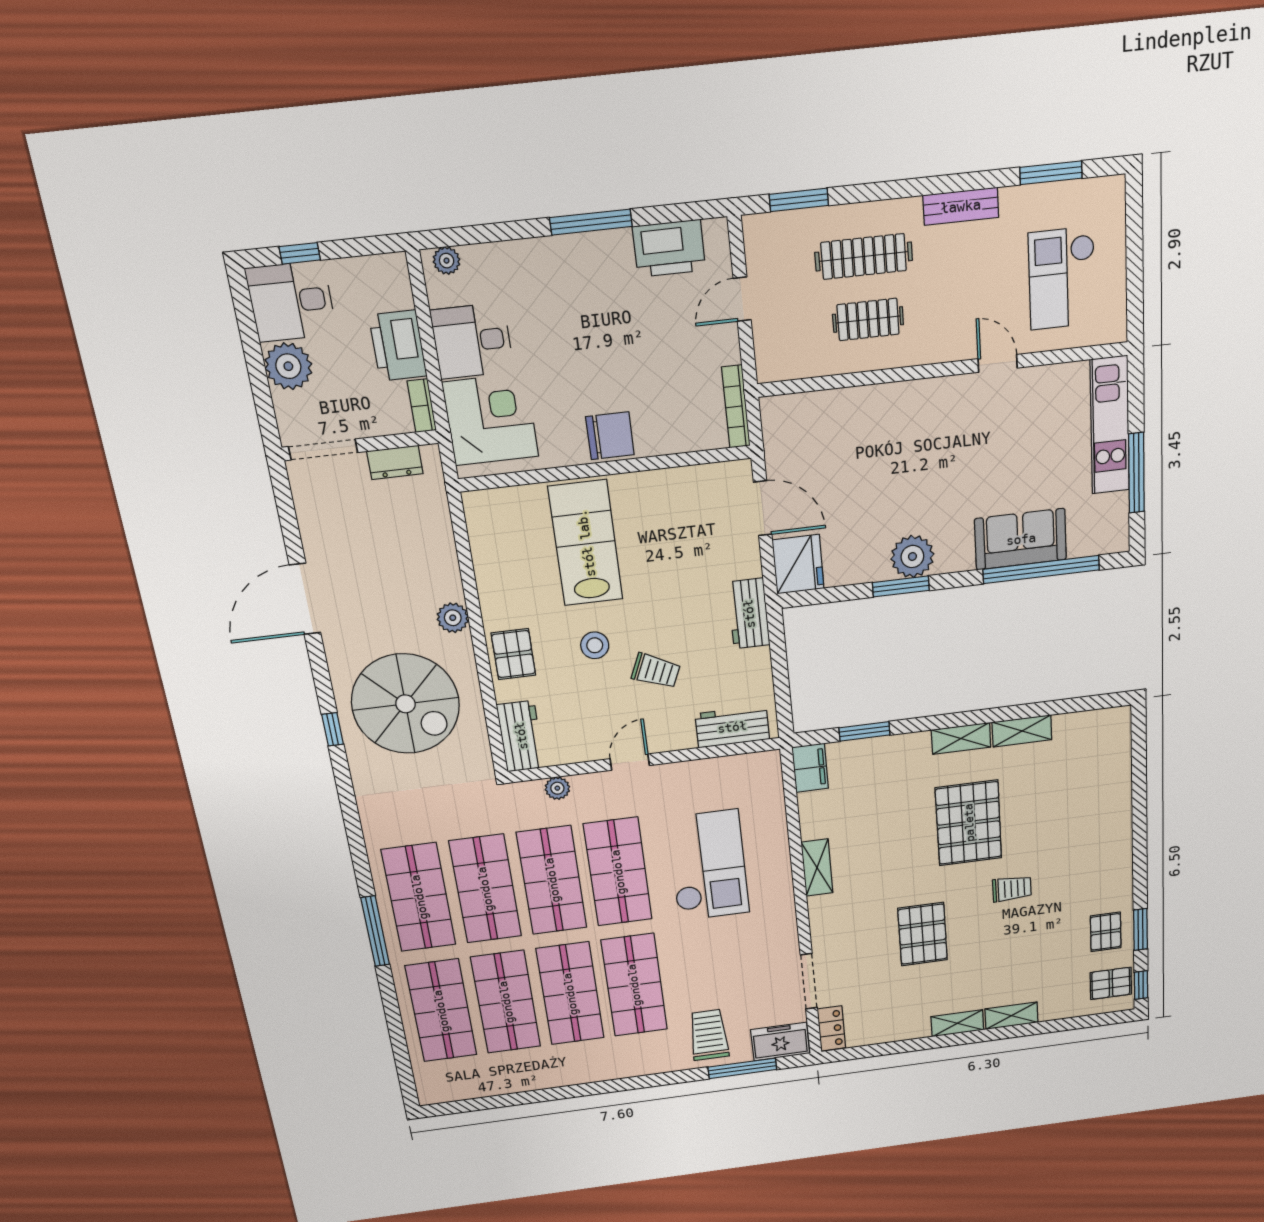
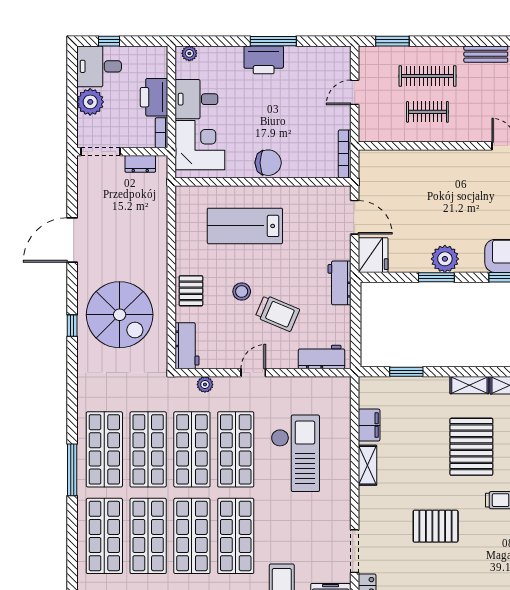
printer: (669, 248) -> (264, 60), moved
lab bench: (586, 543) -> (245, 226), turned -90
plant: (453, 618) -> (158, 263), removed
trolley: (656, 671) -> (277, 313), width x1.36, depth x1.39
filing cabinet: (810, 768) -> (369, 425), moved
pallet: (923, 934) -> (436, 526), turned 90

